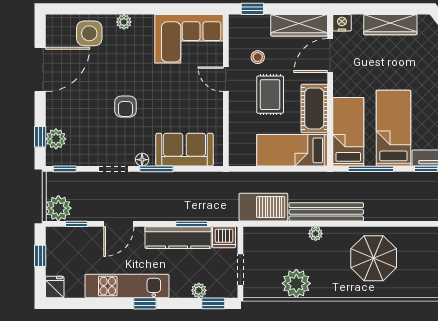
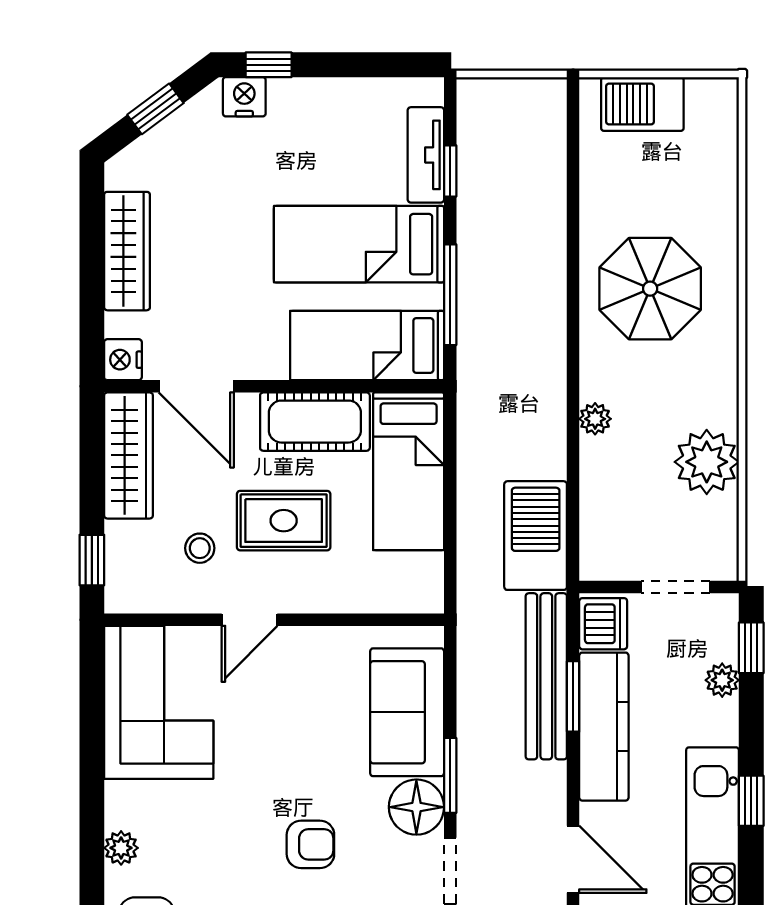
floor lamp: (142, 160) -> (416, 807), width x1.89, depth x1.89
bench: (326, 212) -> (546, 676), moved

